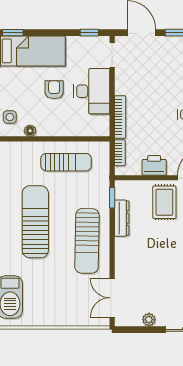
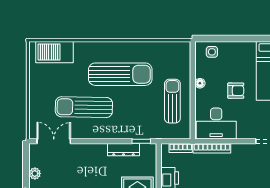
desk: (92, 91) -> (216, 124), moved
floor lamp: (30, 131) -> (200, 83), moved
sun lounger: (66, 162) -> (172, 101), turned 180
sun lounger: (87, 241) -> (84, 107), moved

